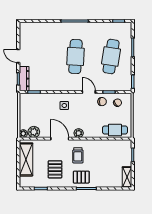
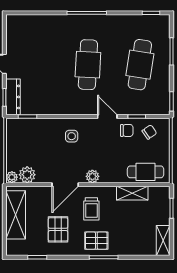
door: (60, 139) -> (65, 185), swing flipped
shelving: (106, 145) -> (132, 193), added

